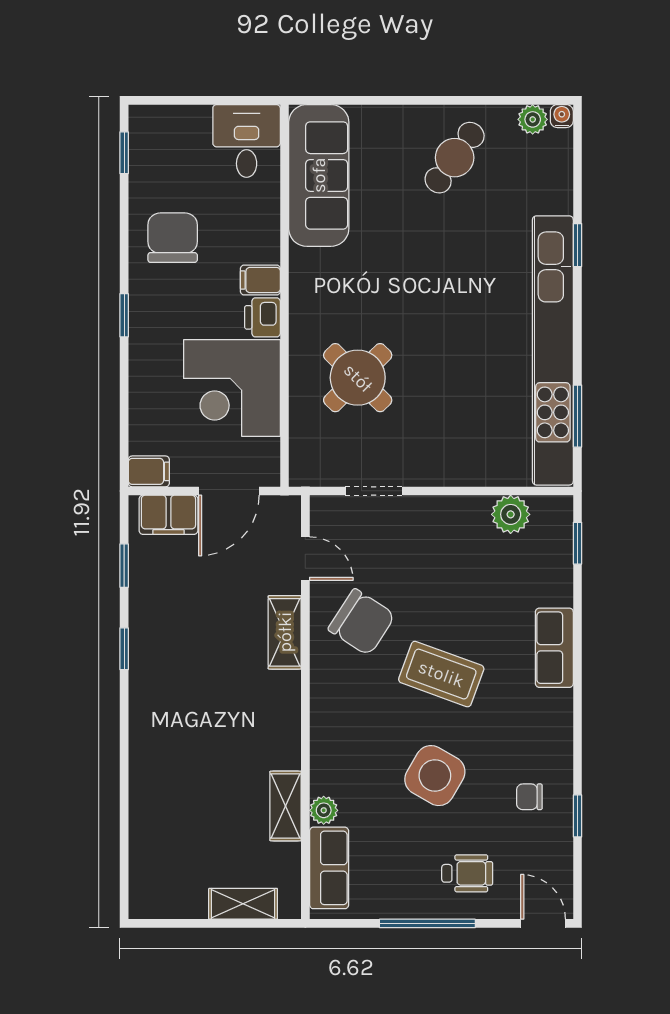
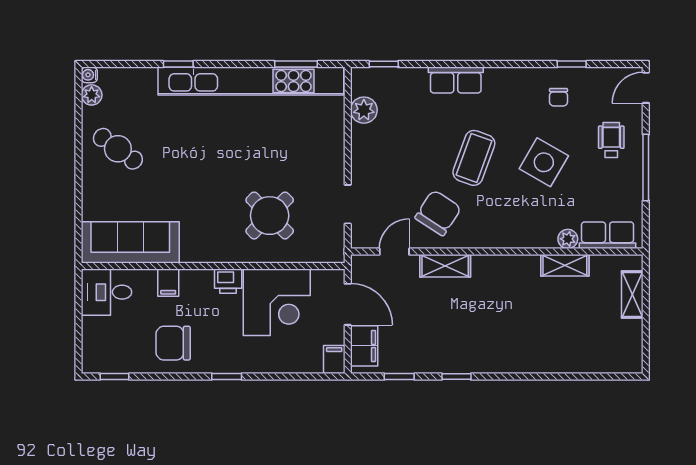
filing cabinet: (260, 280) -> (168, 283), moved

